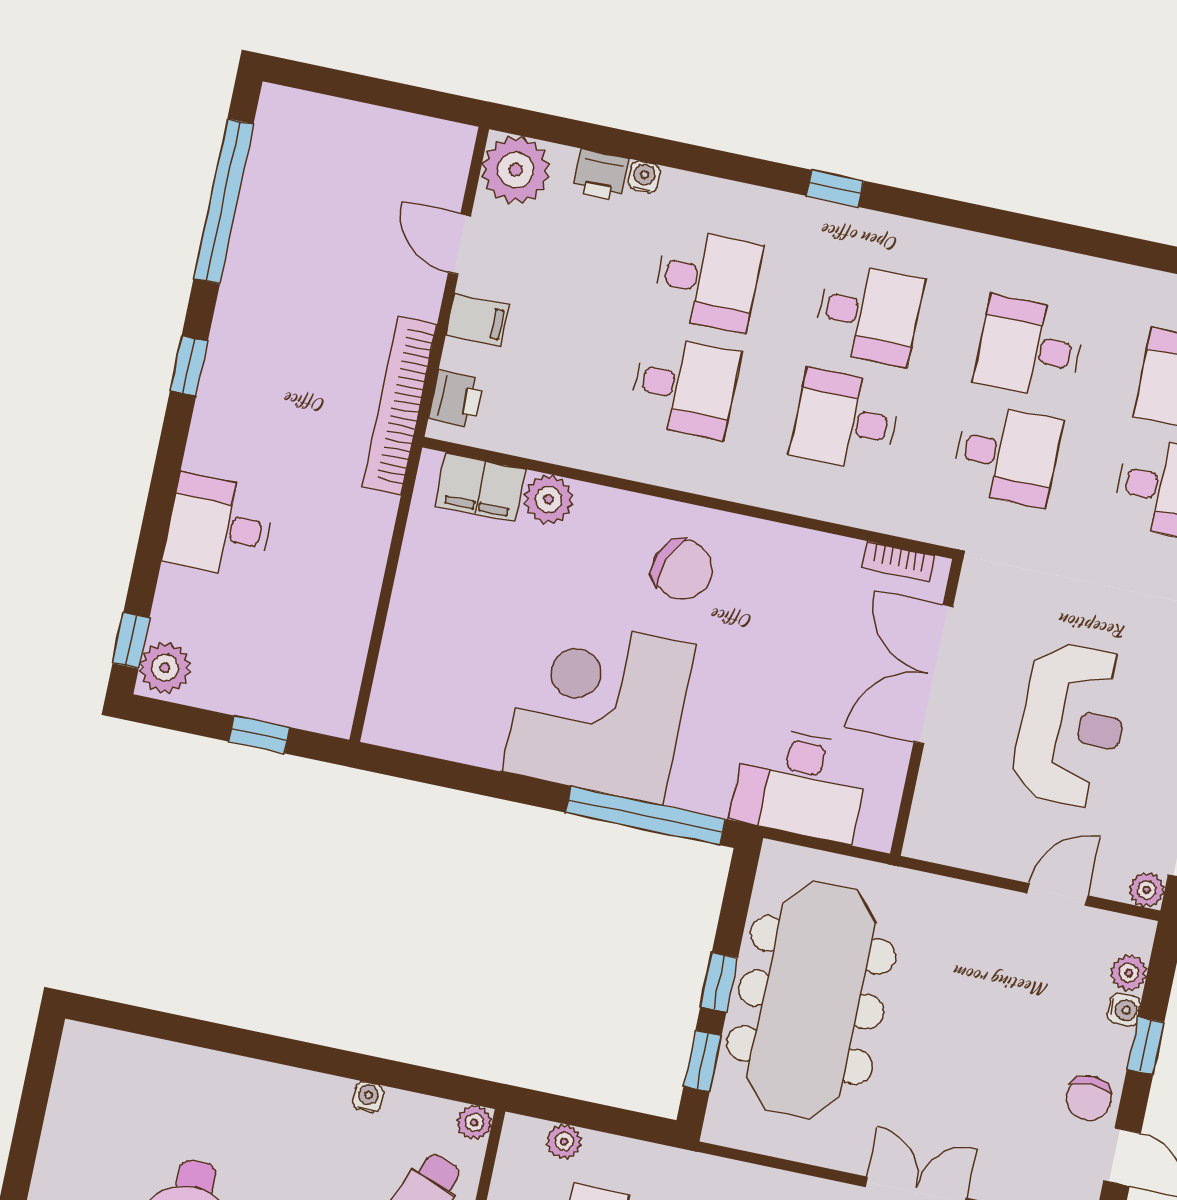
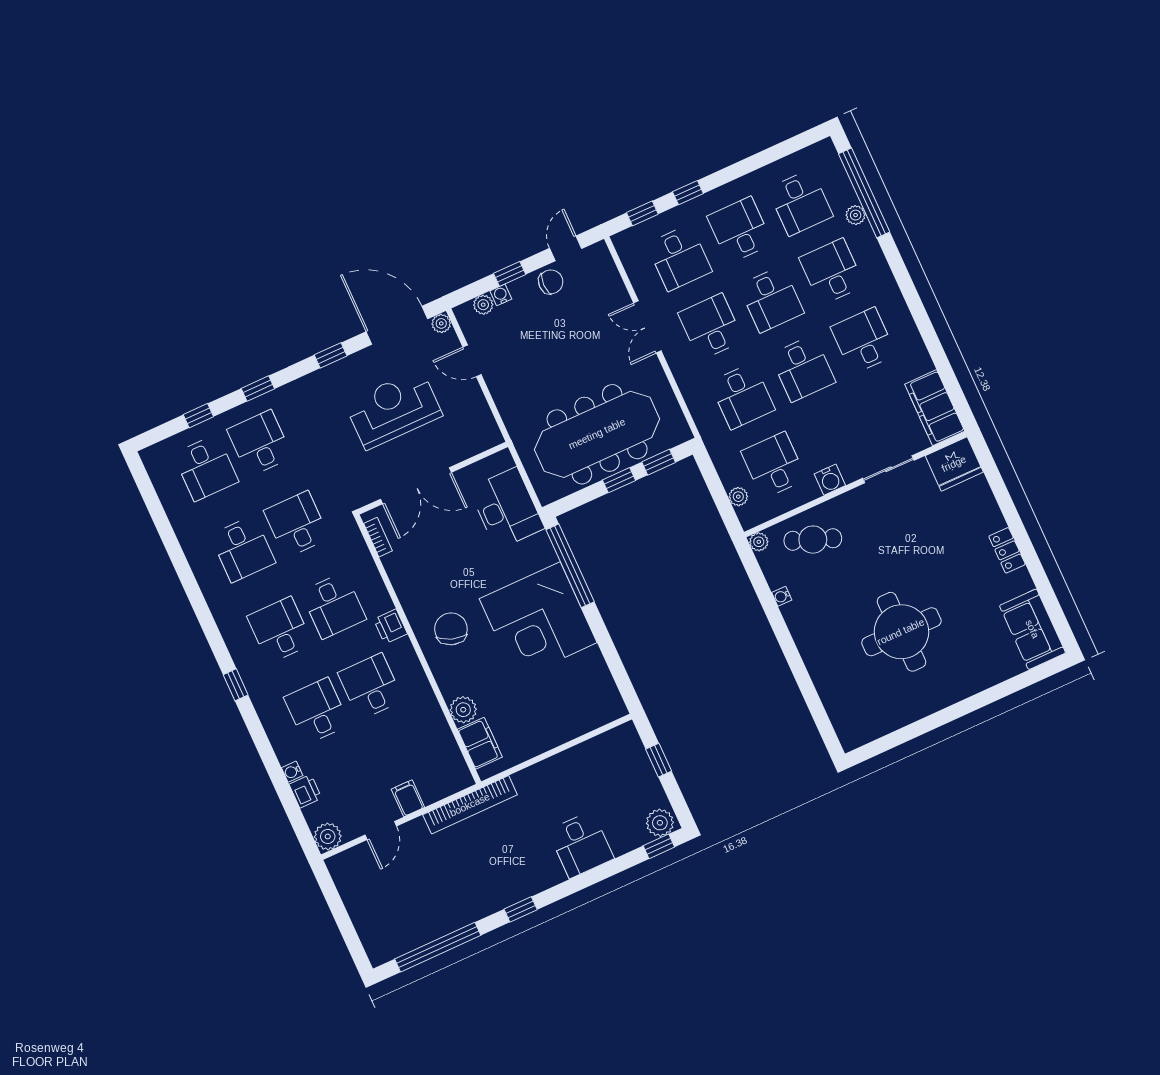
plant: (516, 170) -> (328, 836), width x0.73, depth x0.73
printer: (456, 399) -> (390, 626), moved, turned -90

